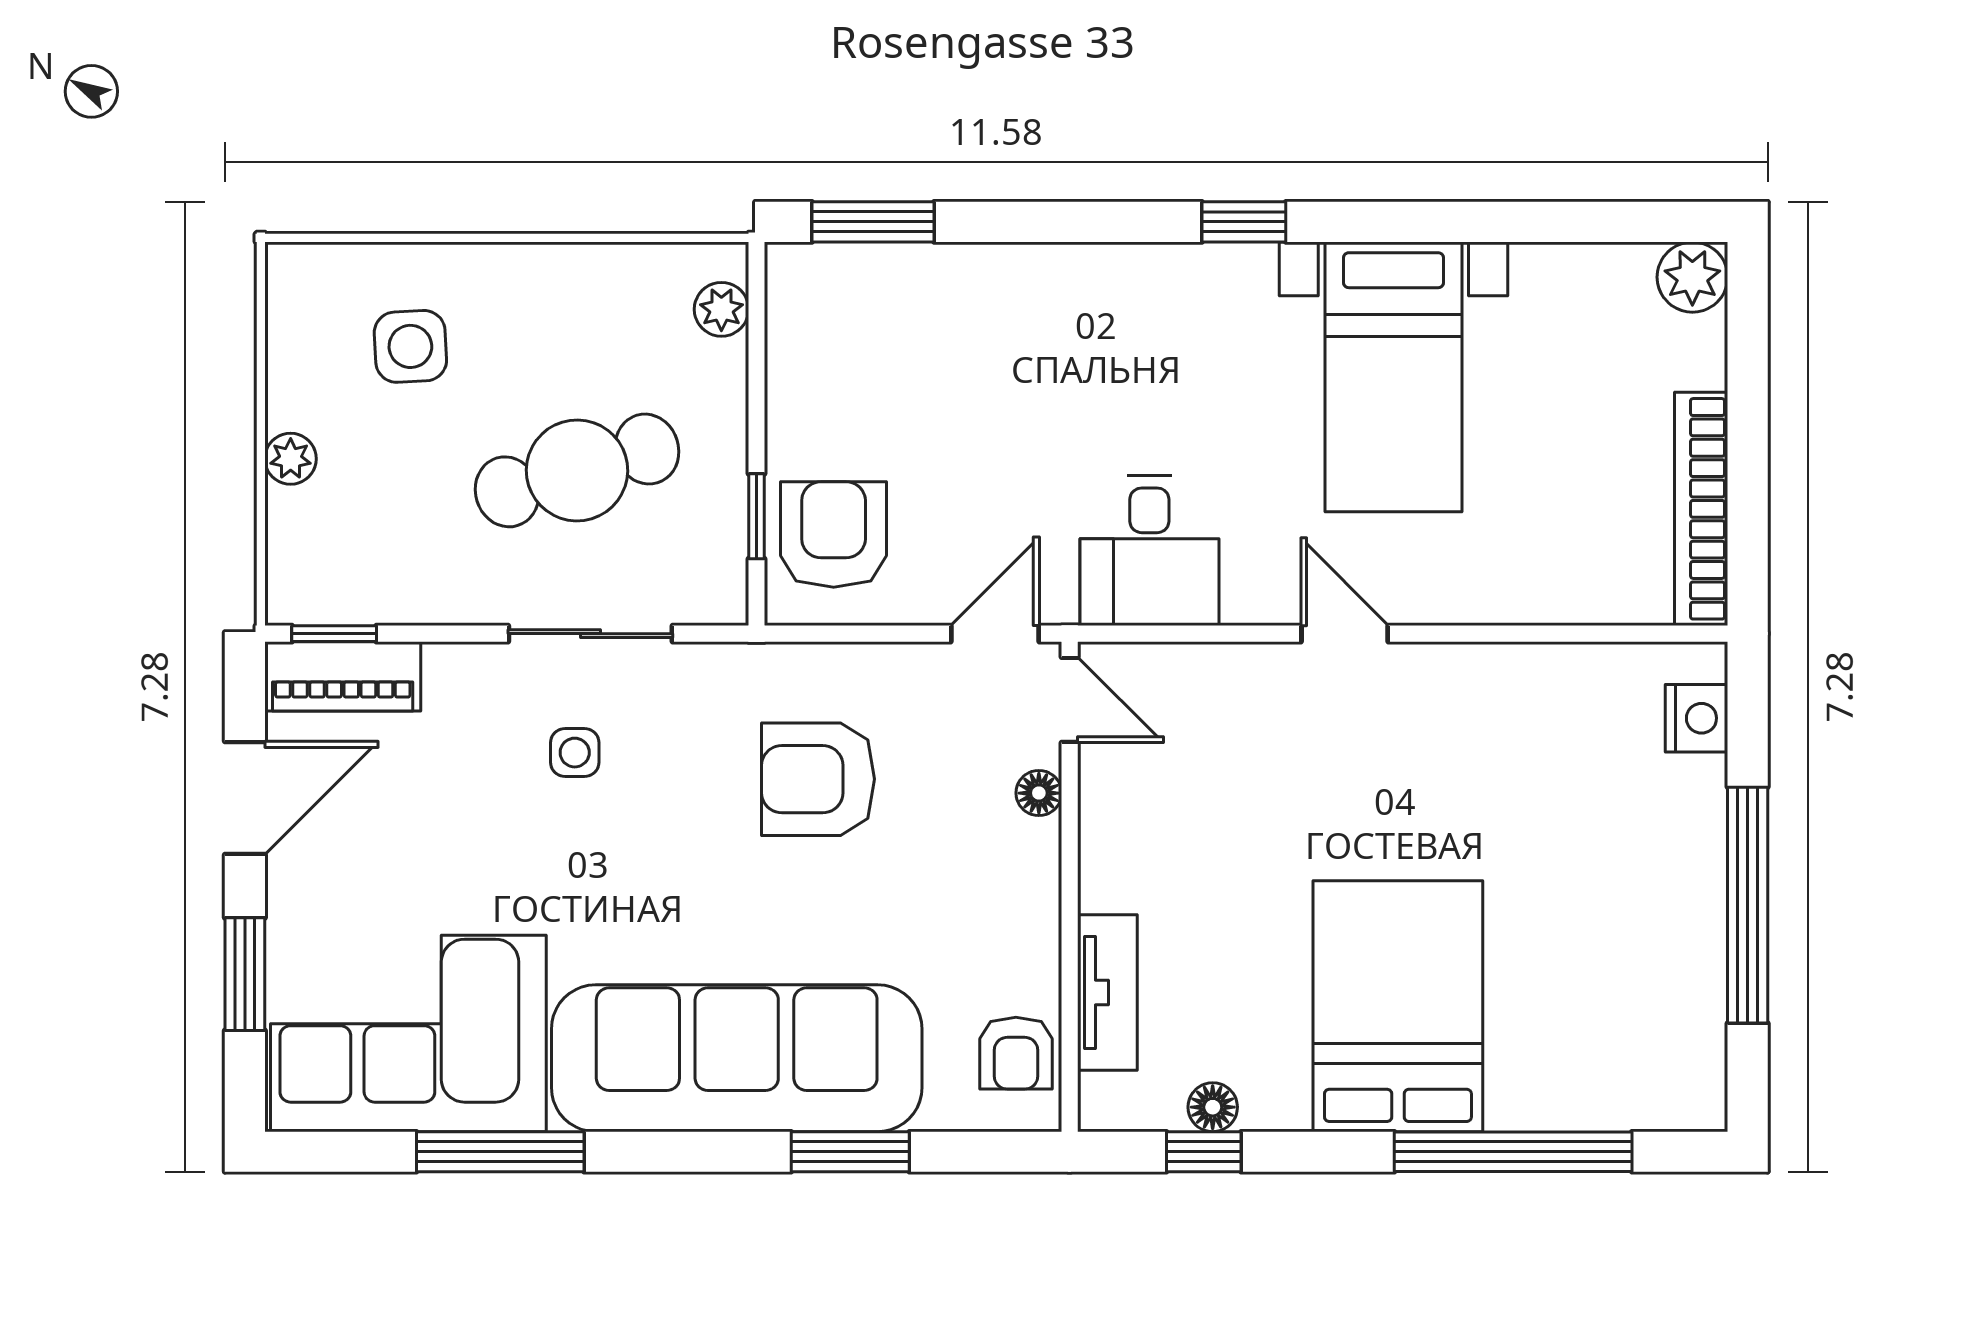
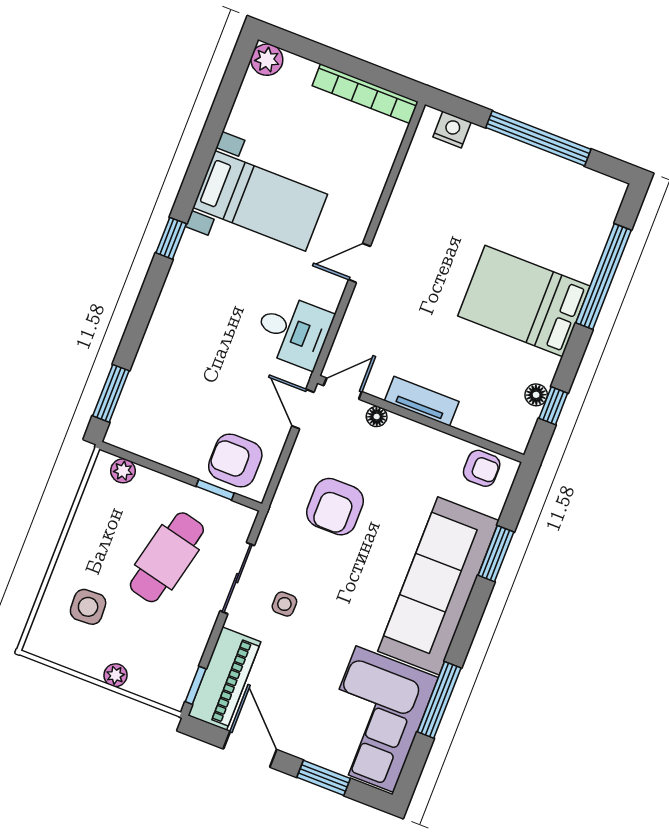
cafe table: (577, 470) -> (167, 557), turned 30
piano: (343, 676) -> (224, 679), width x1.37, depth x1.33
tv unit: (1107, 993) -> (422, 401), moved

